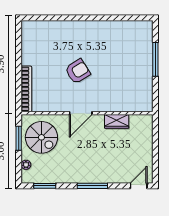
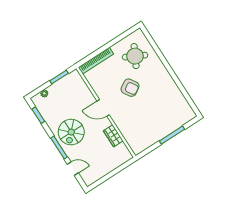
round table: (48, 45) -> (135, 56), added
spiral stairs: (41, 137) -> (71, 132), moved
door: (139, 186) -> (73, 169), moved

